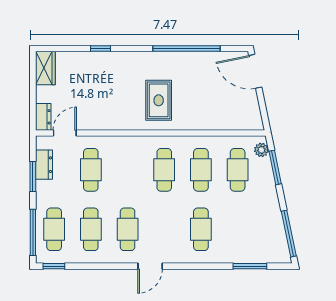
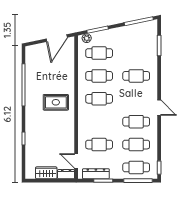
wardrobe: (45, 68) -> (46, 173), moved
door: (255, 71) -> (57, 38), moved
dresser: (44, 165) -> (96, 174), width x1.44

